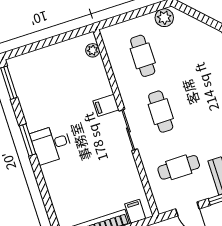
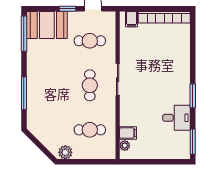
cafe table: (143, 56) -> (90, 130), turned 90
filing cabinet: (106, 105) -> (128, 133), moved
desk: (51, 144) -> (176, 118), moved

